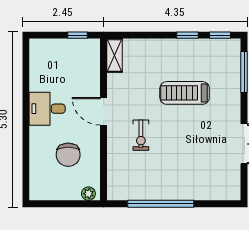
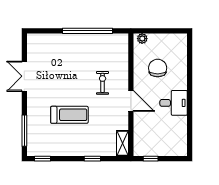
window: (188, 35) -> (92, 159), moved

